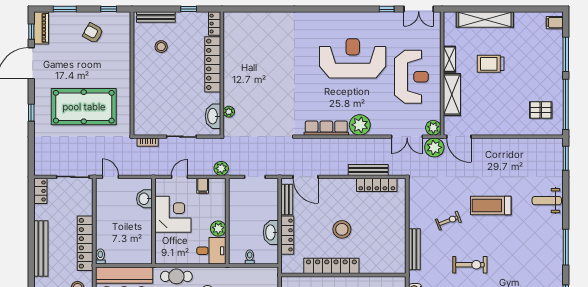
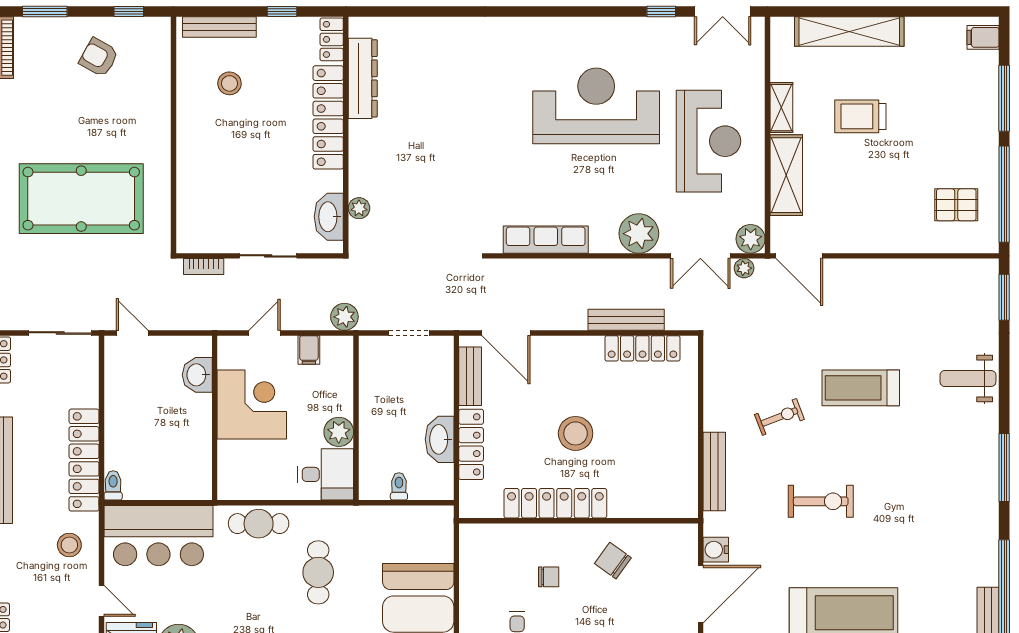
dresser: (231, 44) -> (363, 78), added
plant: (360, 125) -> (639, 234), moved
plant: (434, 147) -> (744, 268), width x0.53, depth x0.53

